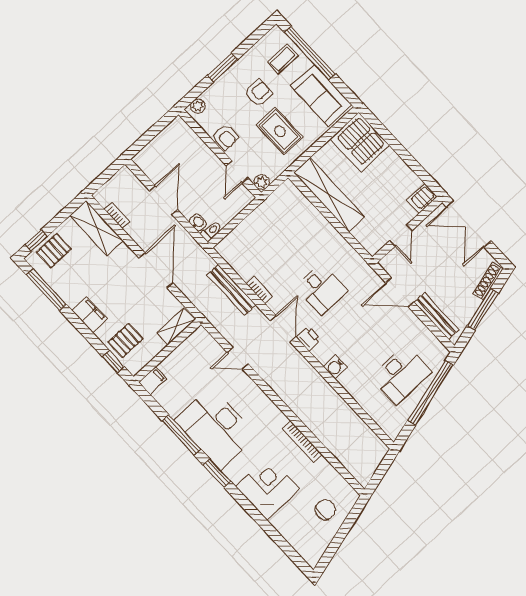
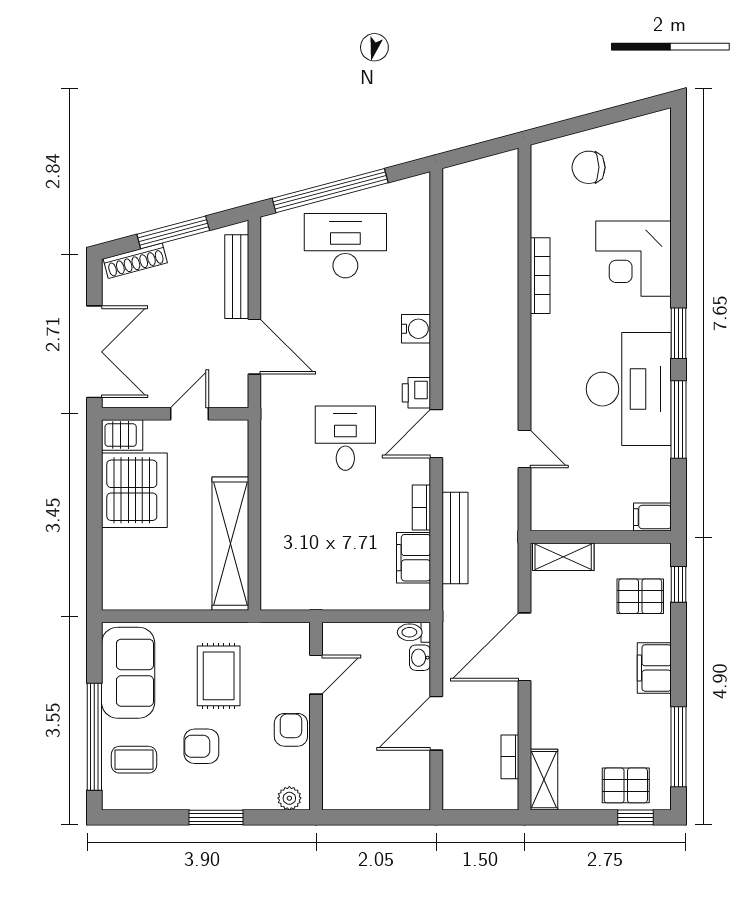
server rack: (360, 142) -> (134, 490), moved
plant: (262, 182) -> (298, 635), removed
shelving: (97, 228) -> (544, 780), width x0.67, depth x0.75
filing cabinet: (242, 264) -> (414, 558), added

